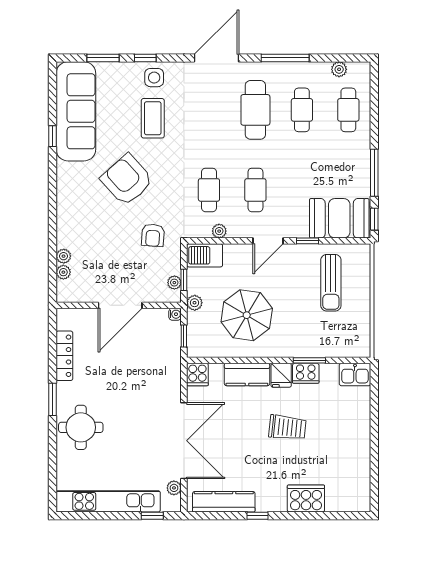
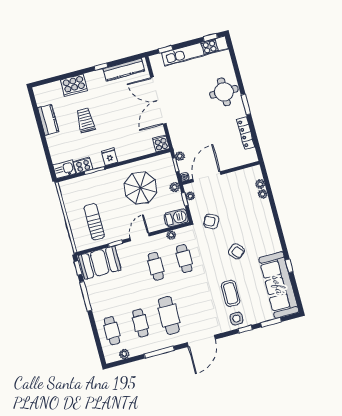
armchair: (127, 180) -> (236, 251), width x0.53, depth x0.53
armchair: (153, 235) -> (211, 222), turned -67
door: (120, 305) -> (207, 177), moved
cooker: (306, 373) -> (83, 165), moved
kitchen counter: (247, 374) -> (48, 120), moved, turned 90
trolley: (287, 427) -> (85, 120), moved, turned 84
plant: (174, 488) -> (180, 156), moved
window: (79, 516) -> (210, 37), added

